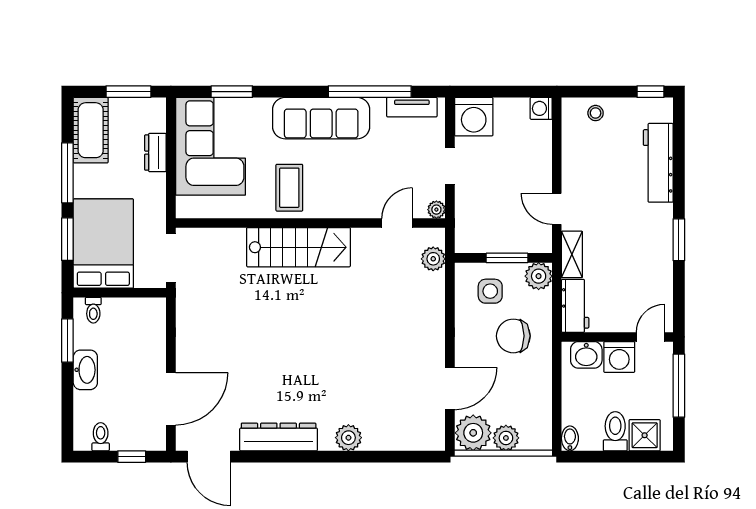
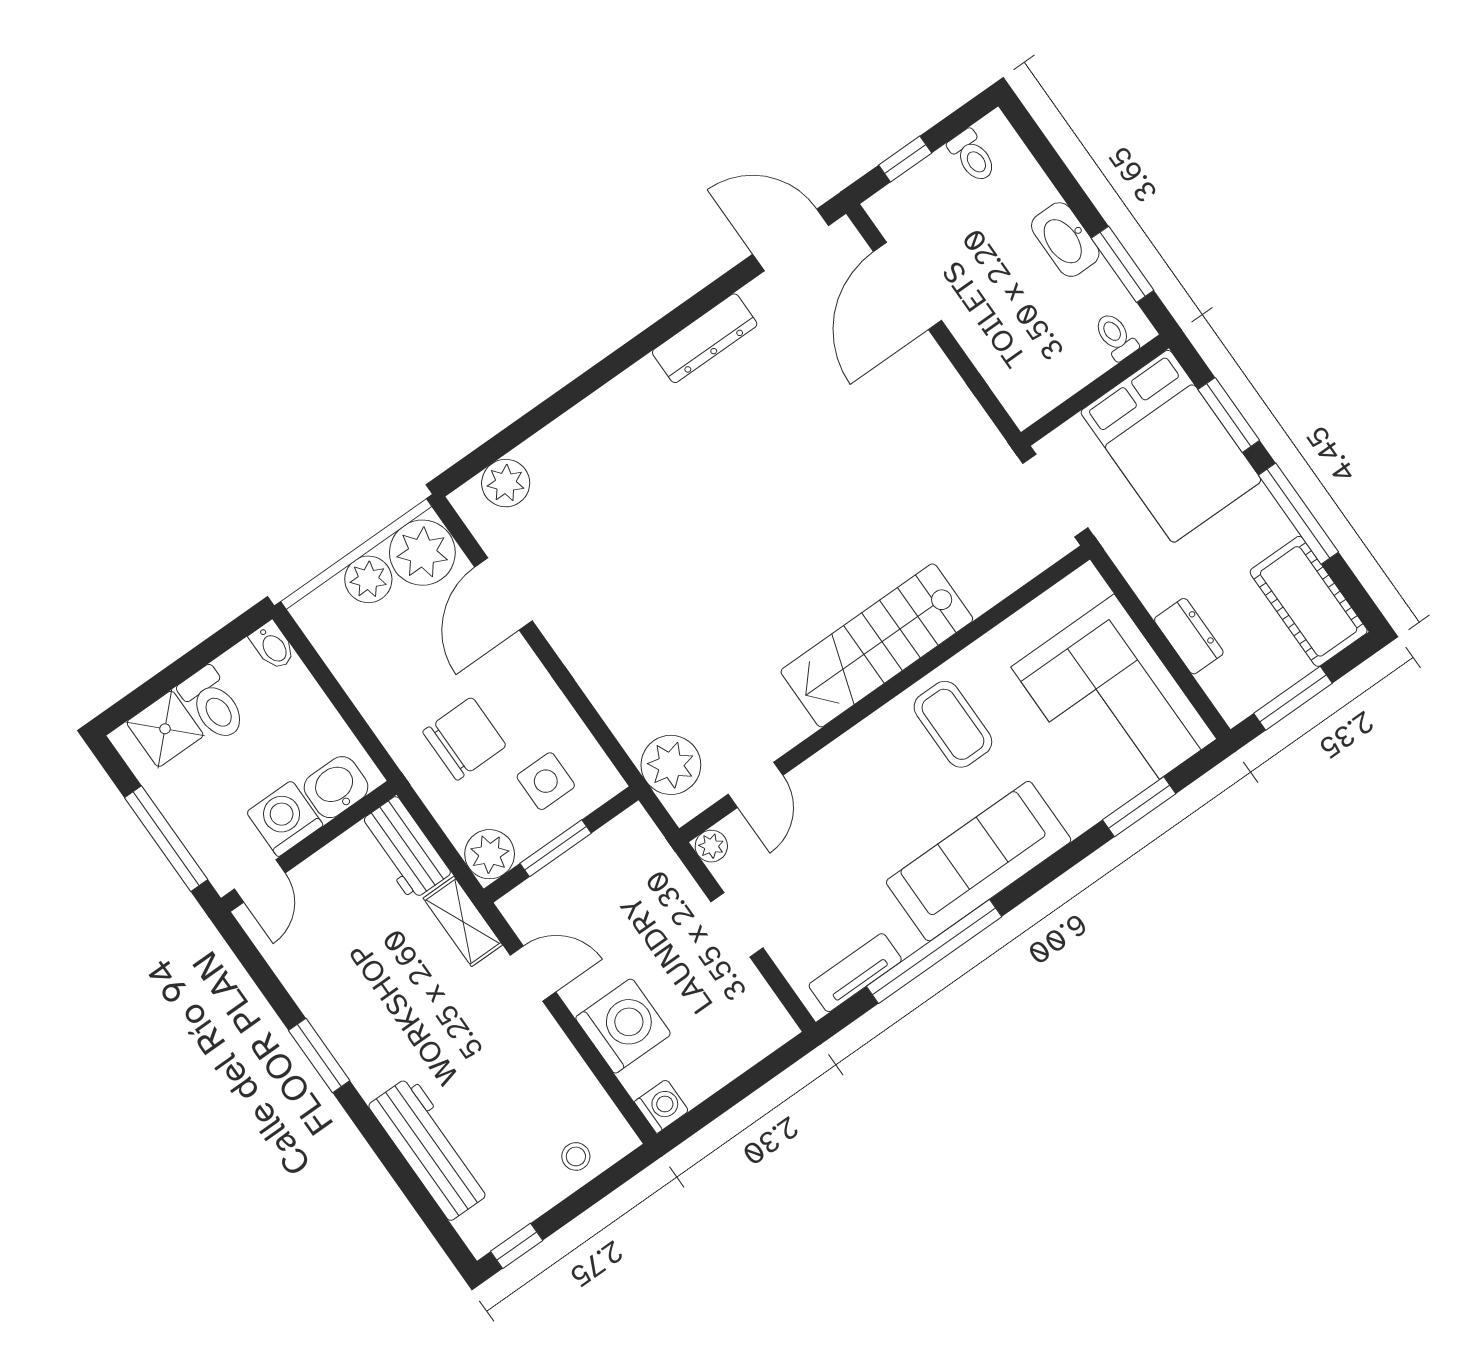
washing machine: (474, 117) -> (623, 1026), moved, turned 90
plant: (433, 259) -> (671, 765), width x1.36, depth x1.36
dresser: (279, 437) -> (705, 338), width x0.73, depth x0.80
plant: (348, 438) -> (506, 483), moved

